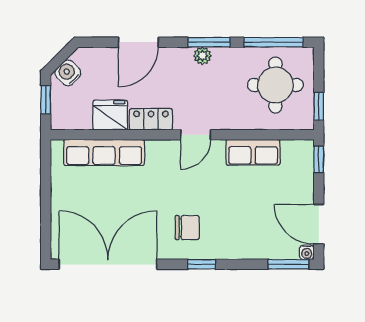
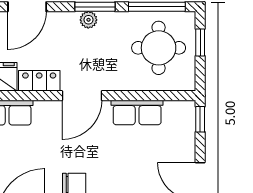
window: (319, 106) -> (200, 42), moved
door: (196, 135) -> (82, 96), width x1.38

